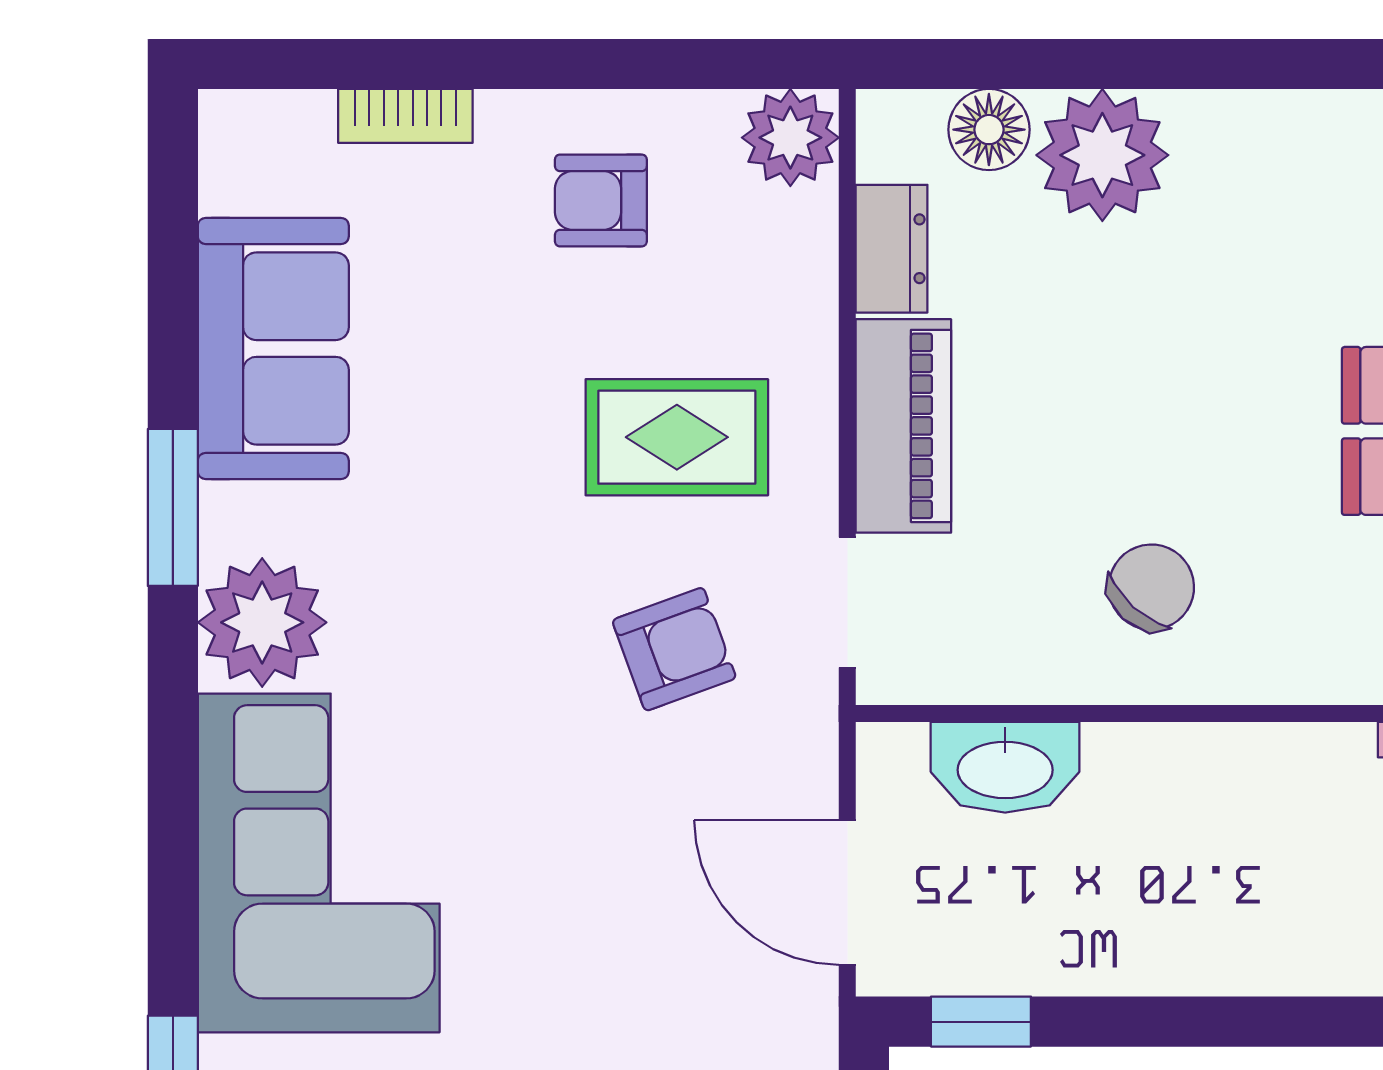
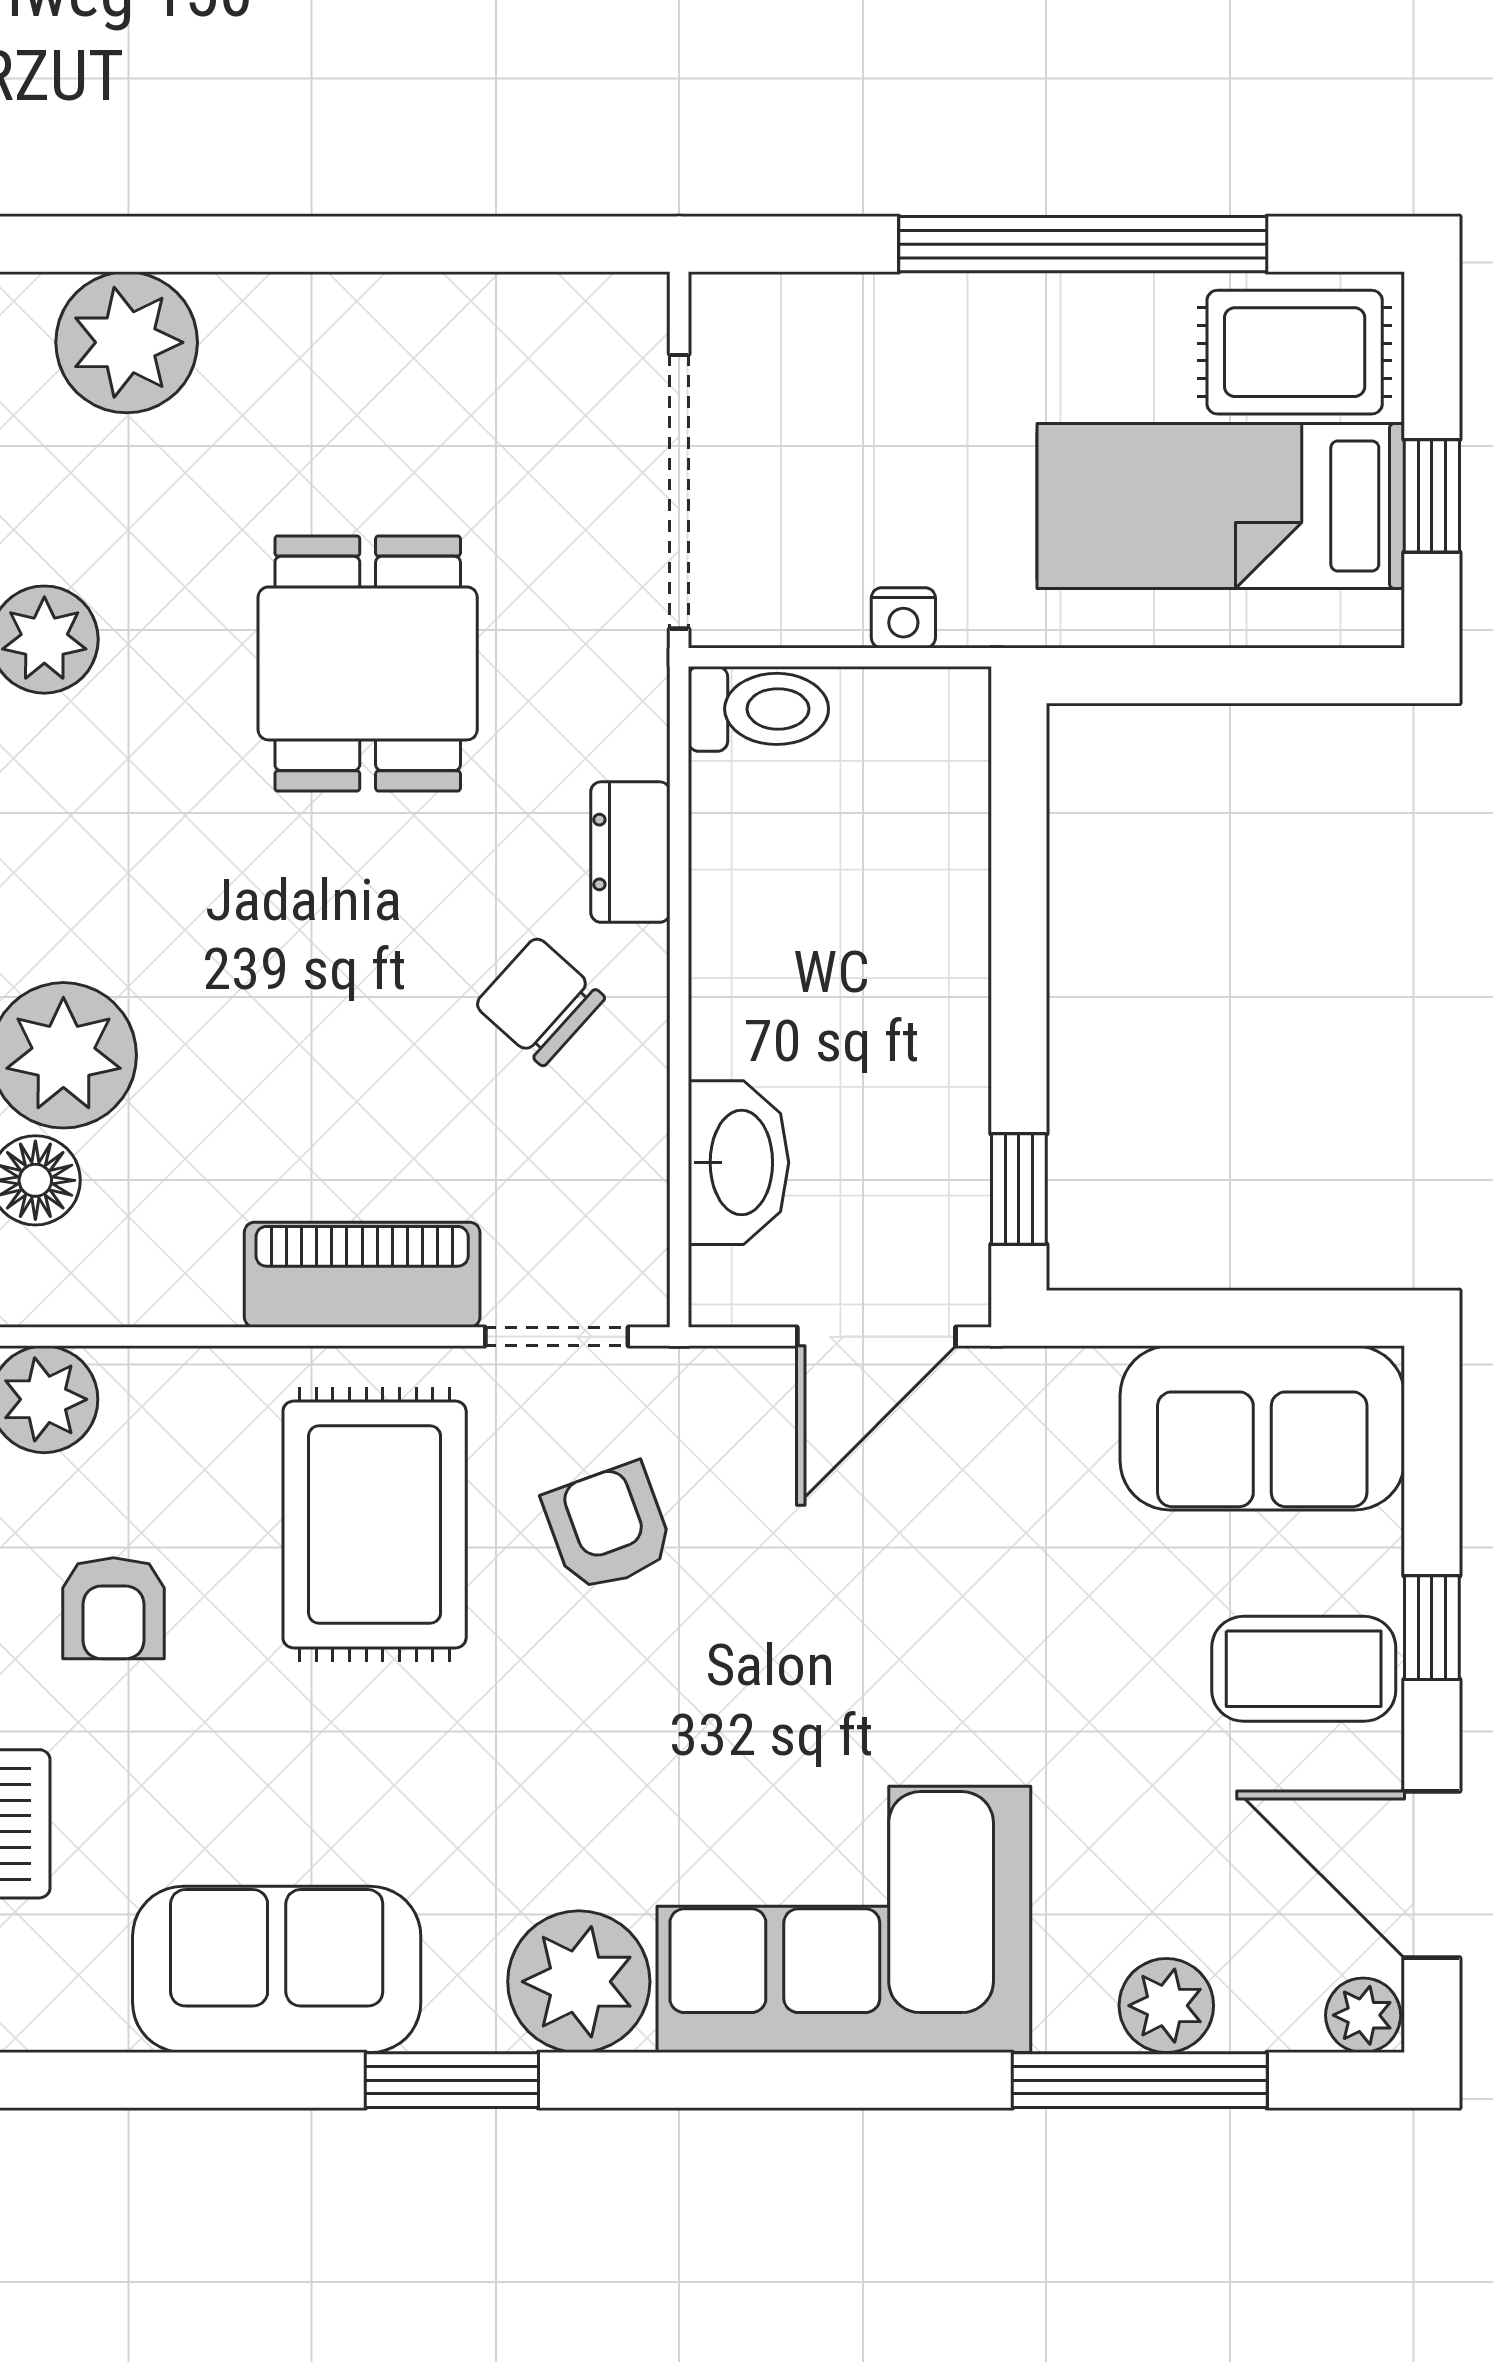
dresser: (891, 249) -> (630, 852), moved, turned -90
rug: (677, 437) -> (375, 1525), width x1.36, depth x1.43

